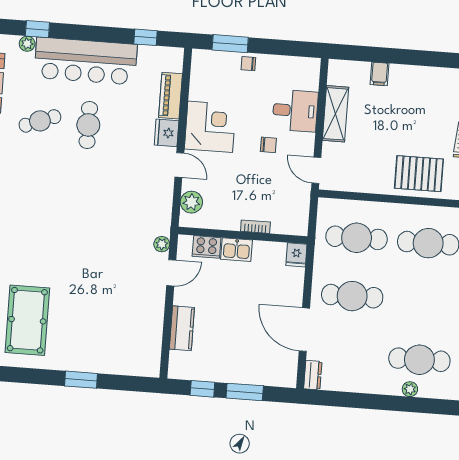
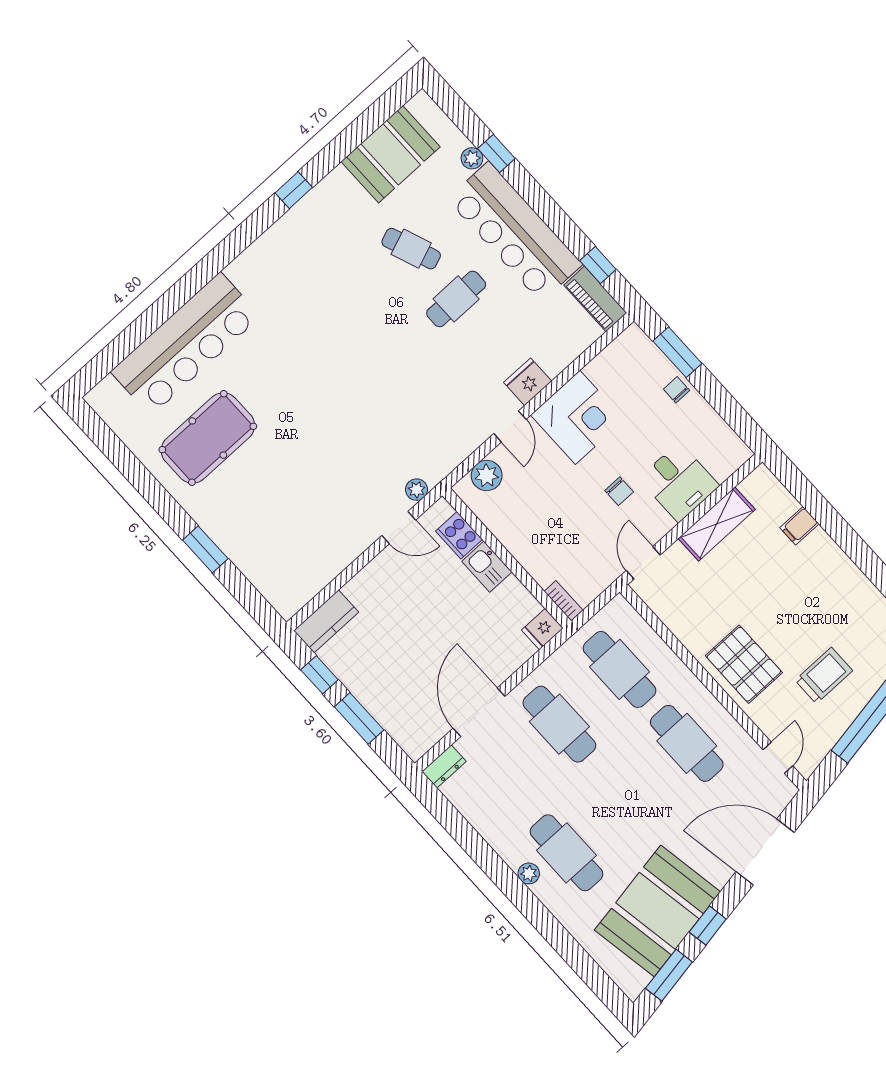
piano: (171, 96) -> (595, 299), moved, turned -90
bookcase: (255, 227) -> (564, 601), moved
kitchen counter: (182, 328) -> (326, 621), moved

